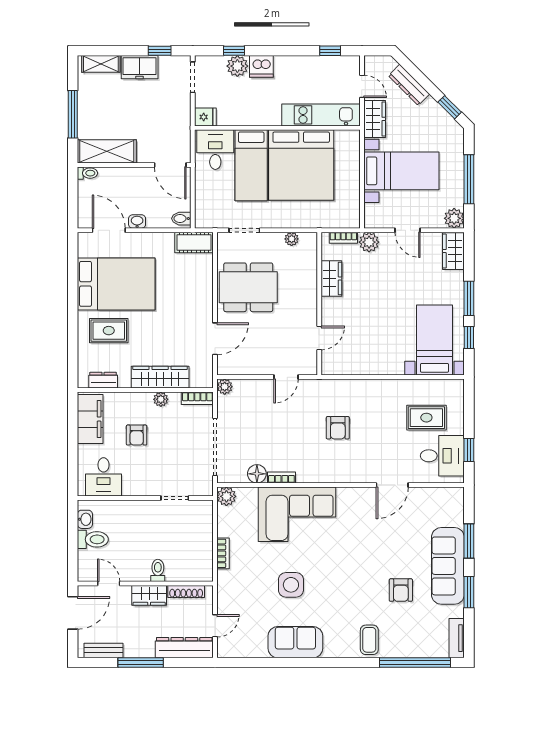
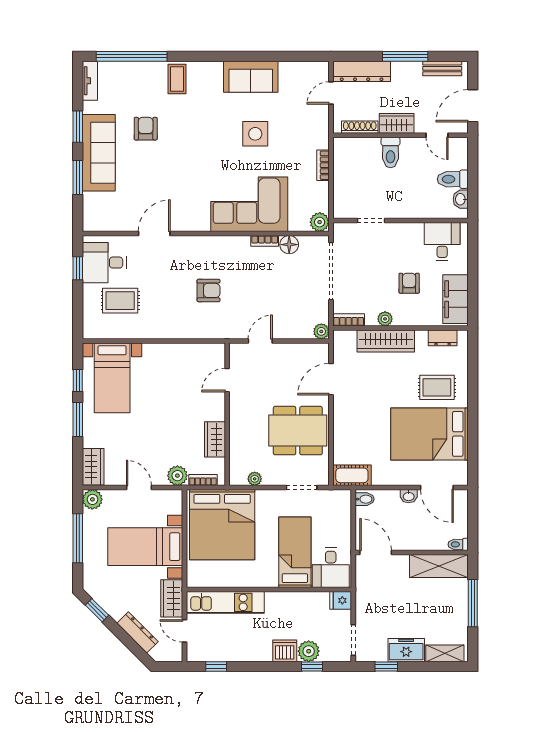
bed: (301, 165) -> (222, 525), moved, turned 180
armchair: (338, 428) -> (209, 290), turned 90
toilet: (158, 570) -> (390, 153), width x1.37, depth x1.39

